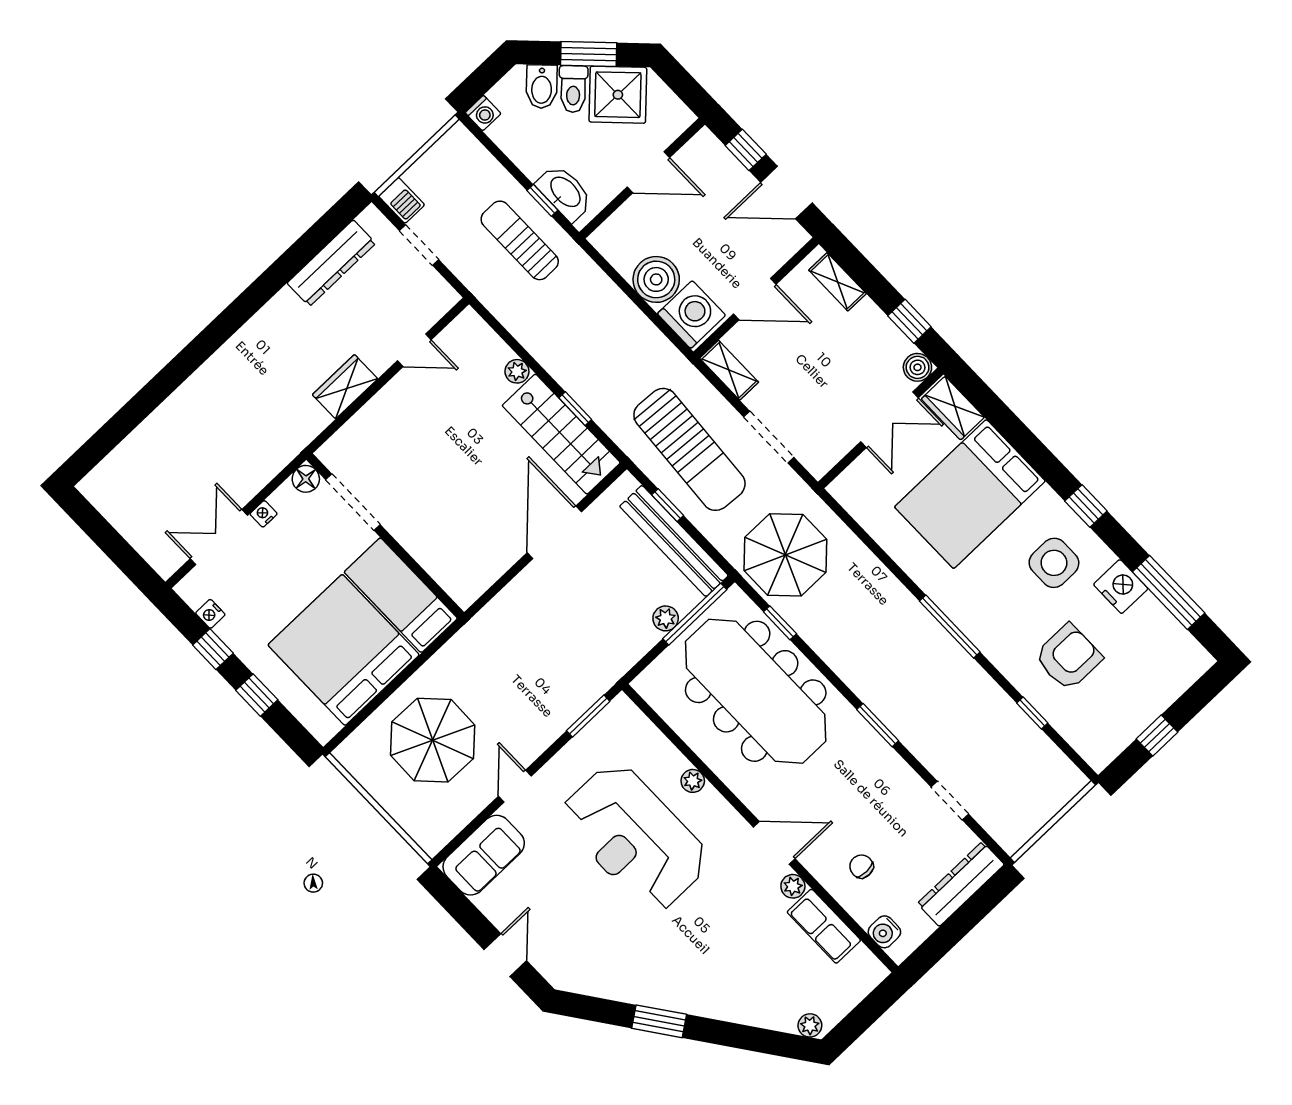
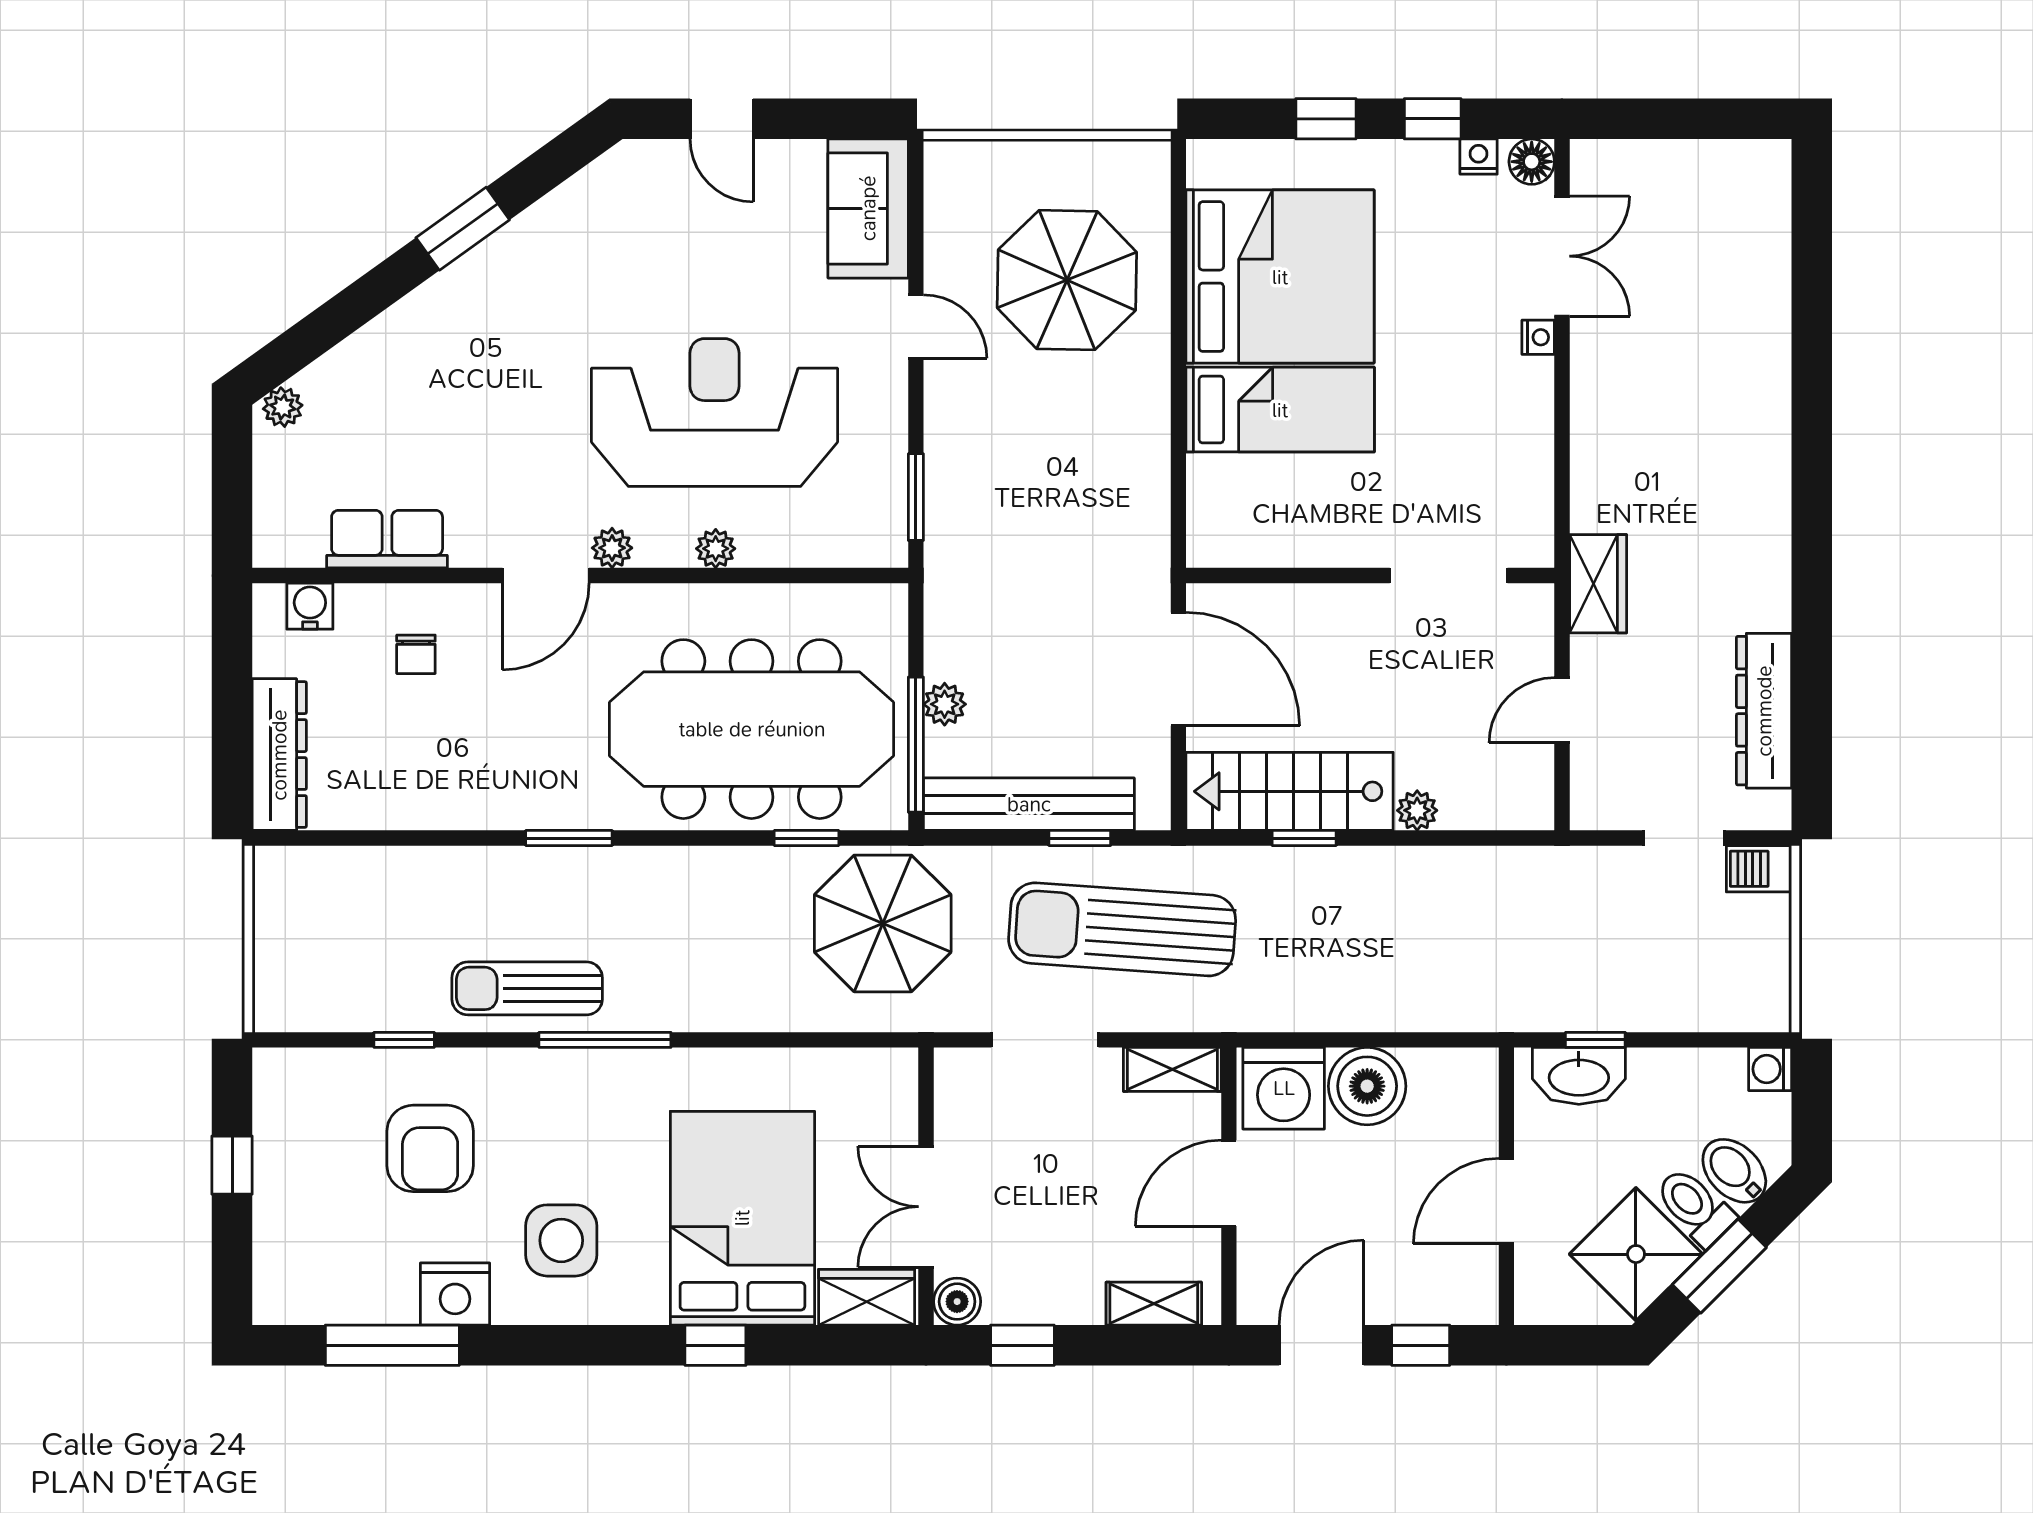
sun lounger: (520, 240) -> (527, 988), moved, turned 180
floor lamp: (306, 479) -> (1532, 162), moved
doorway: (353, 502) -> (1449, 576), moved
window: (1086, 506) -> (715, 1345), moved
wall: (385, 536) -> (1370, 576), moved
doorway: (950, 801) -> (394, 838), removed
chair: (861, 866) -> (416, 654), turned 90
plant: (793, 886) -> (612, 548), moved

